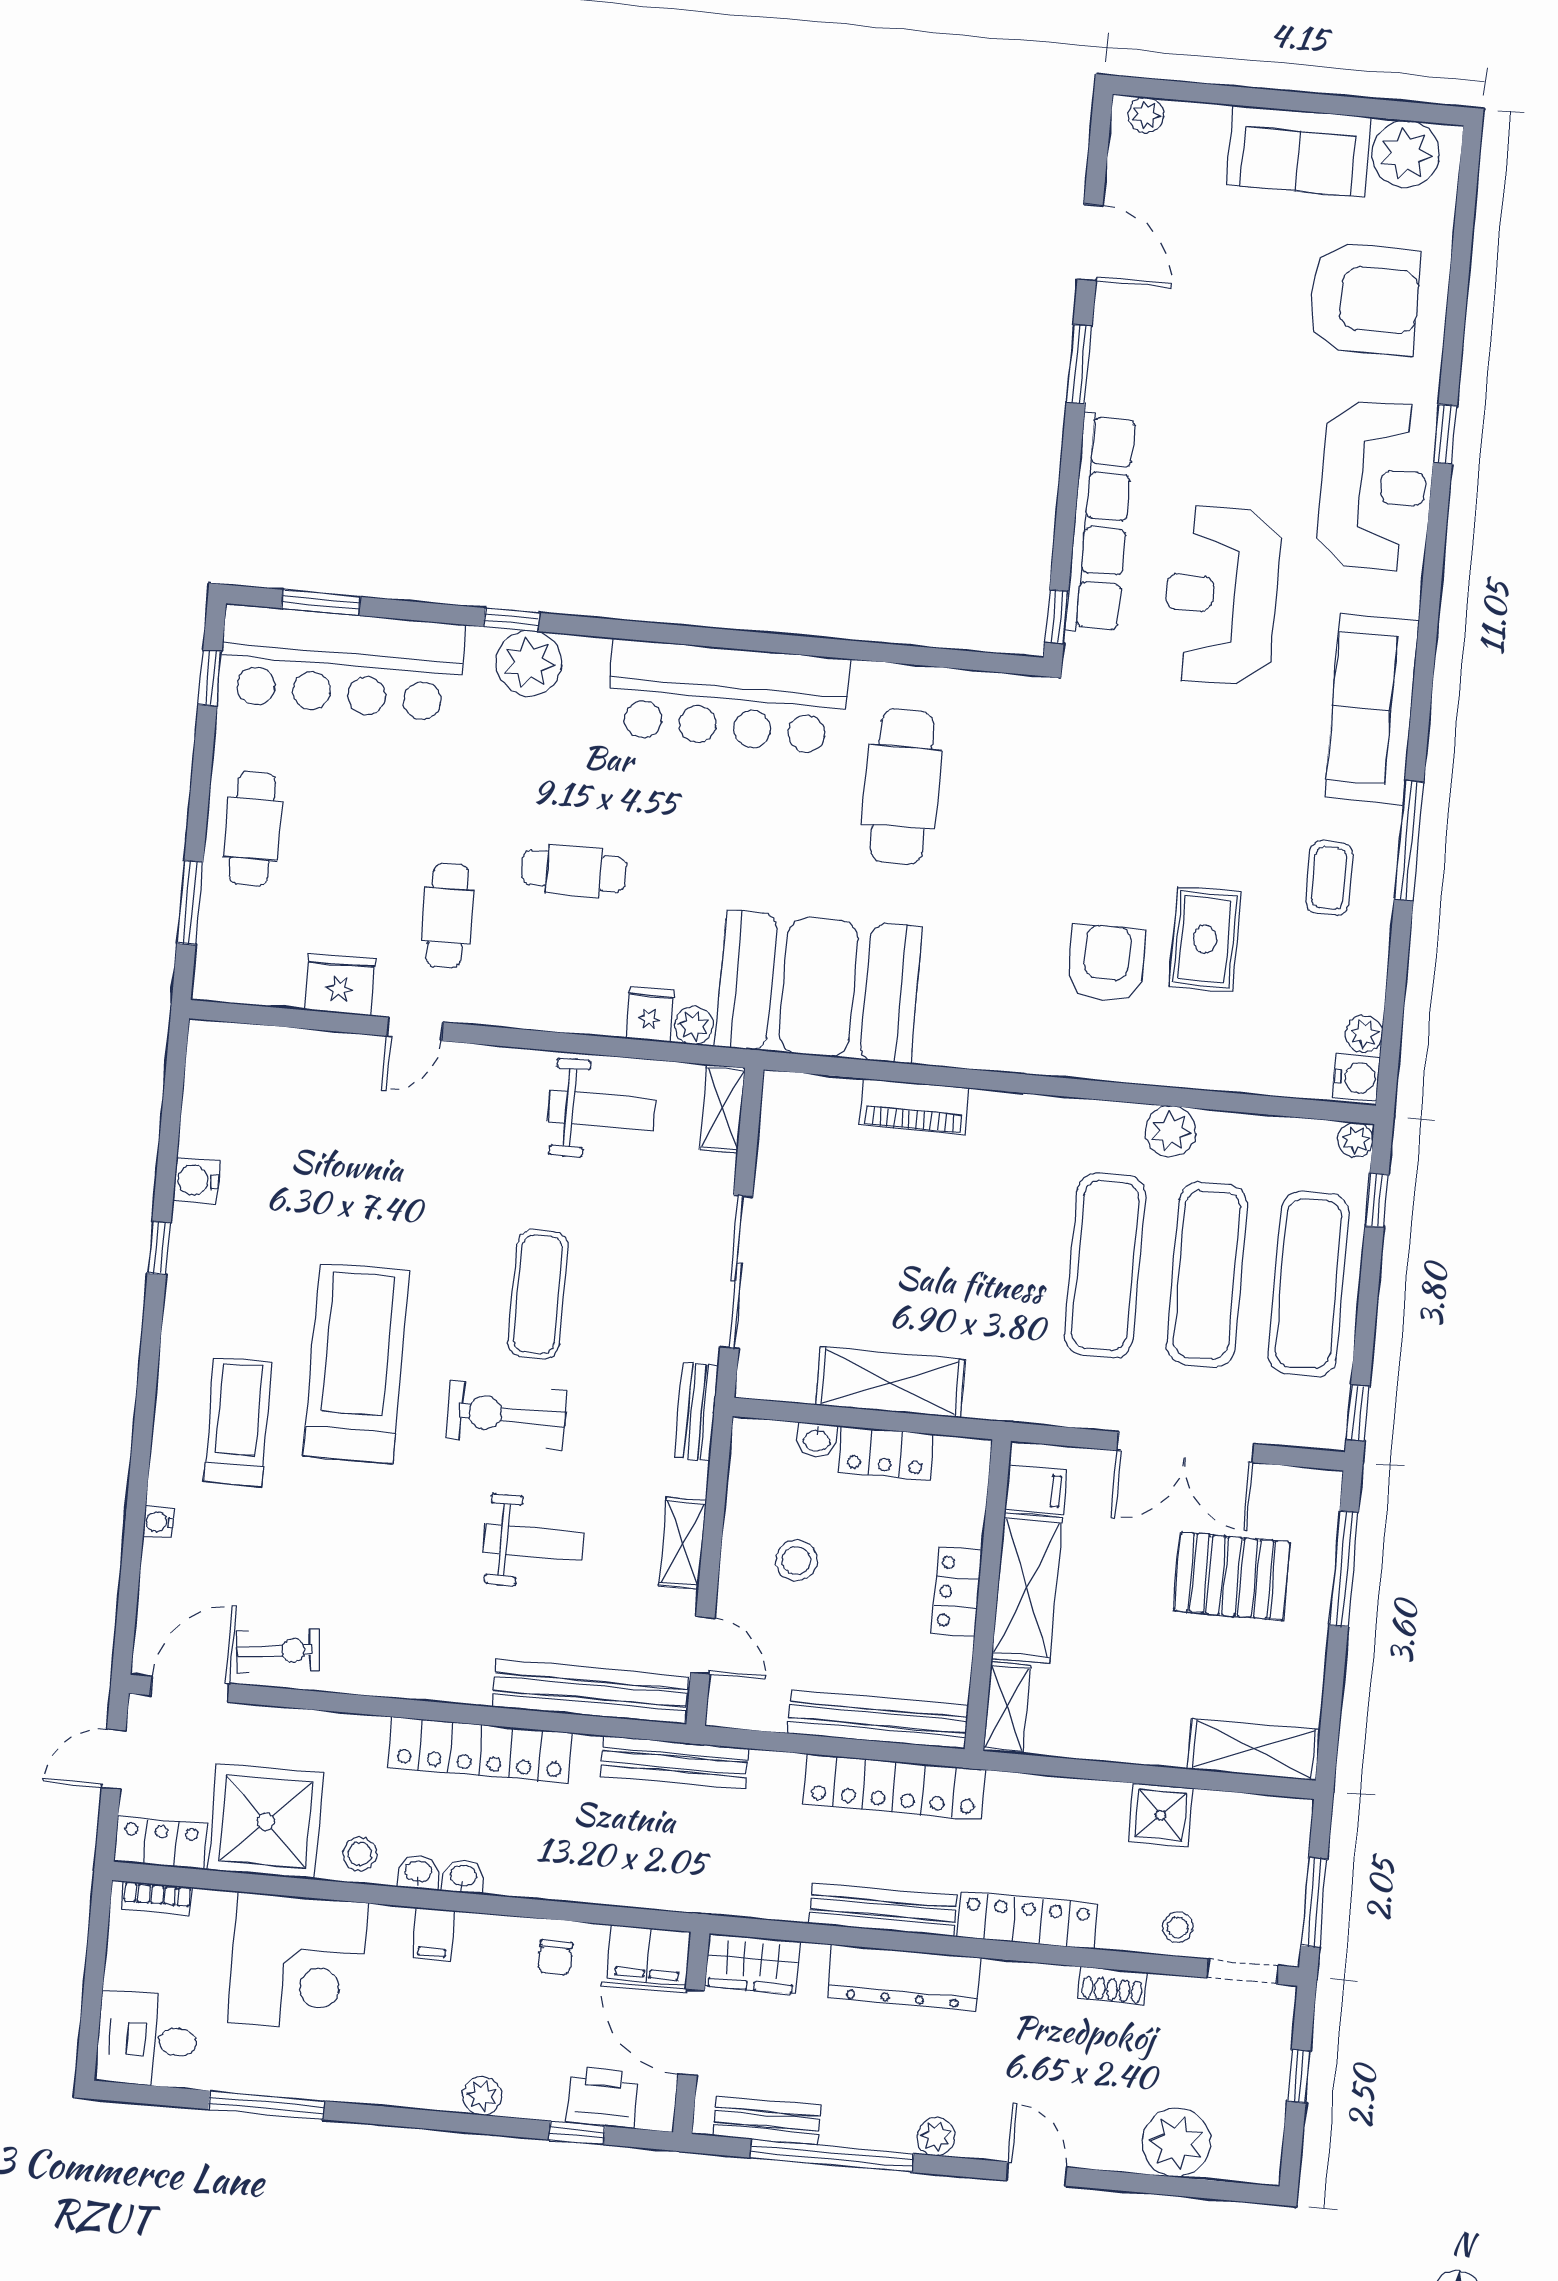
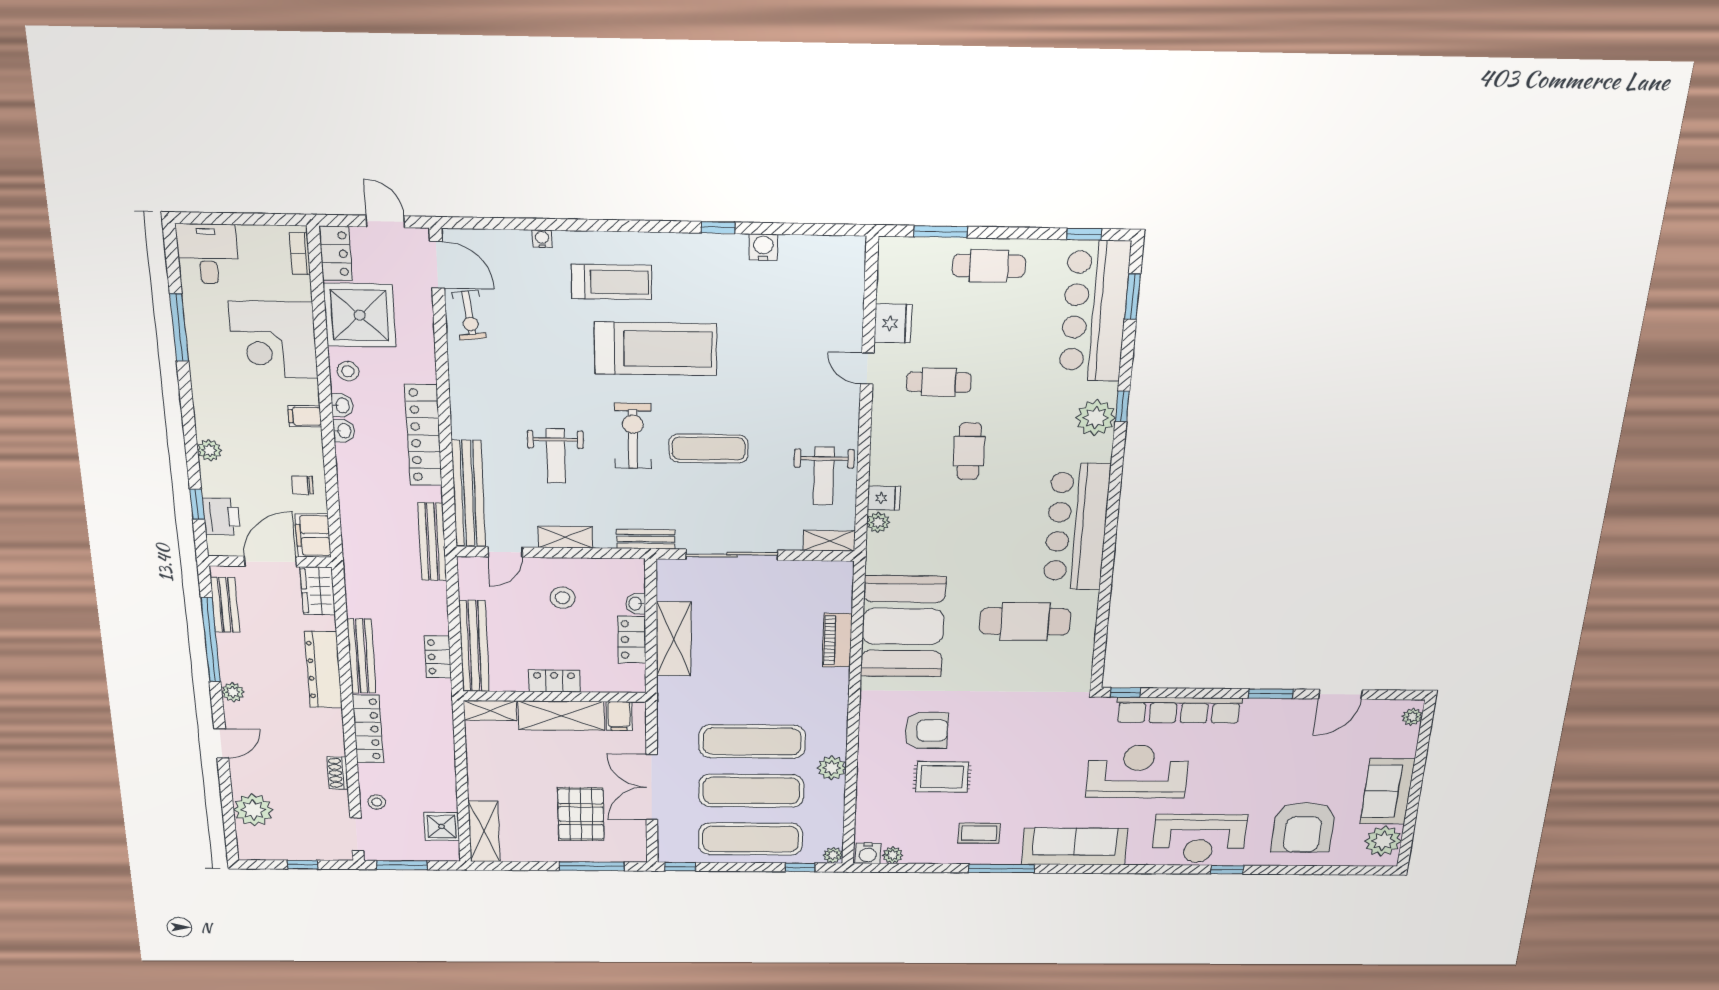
booth: (819, 987) -> (903, 626), moved
locker: (894, 1787) -> (438, 657), width x0.46, depth x0.83
shower: (1161, 1815) -> (442, 826), moved

